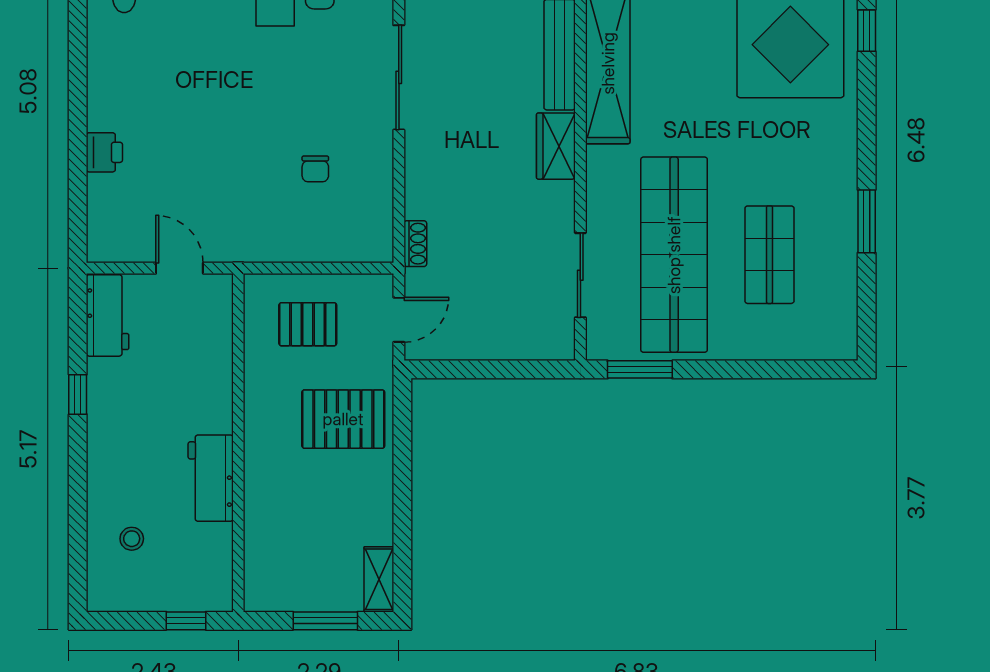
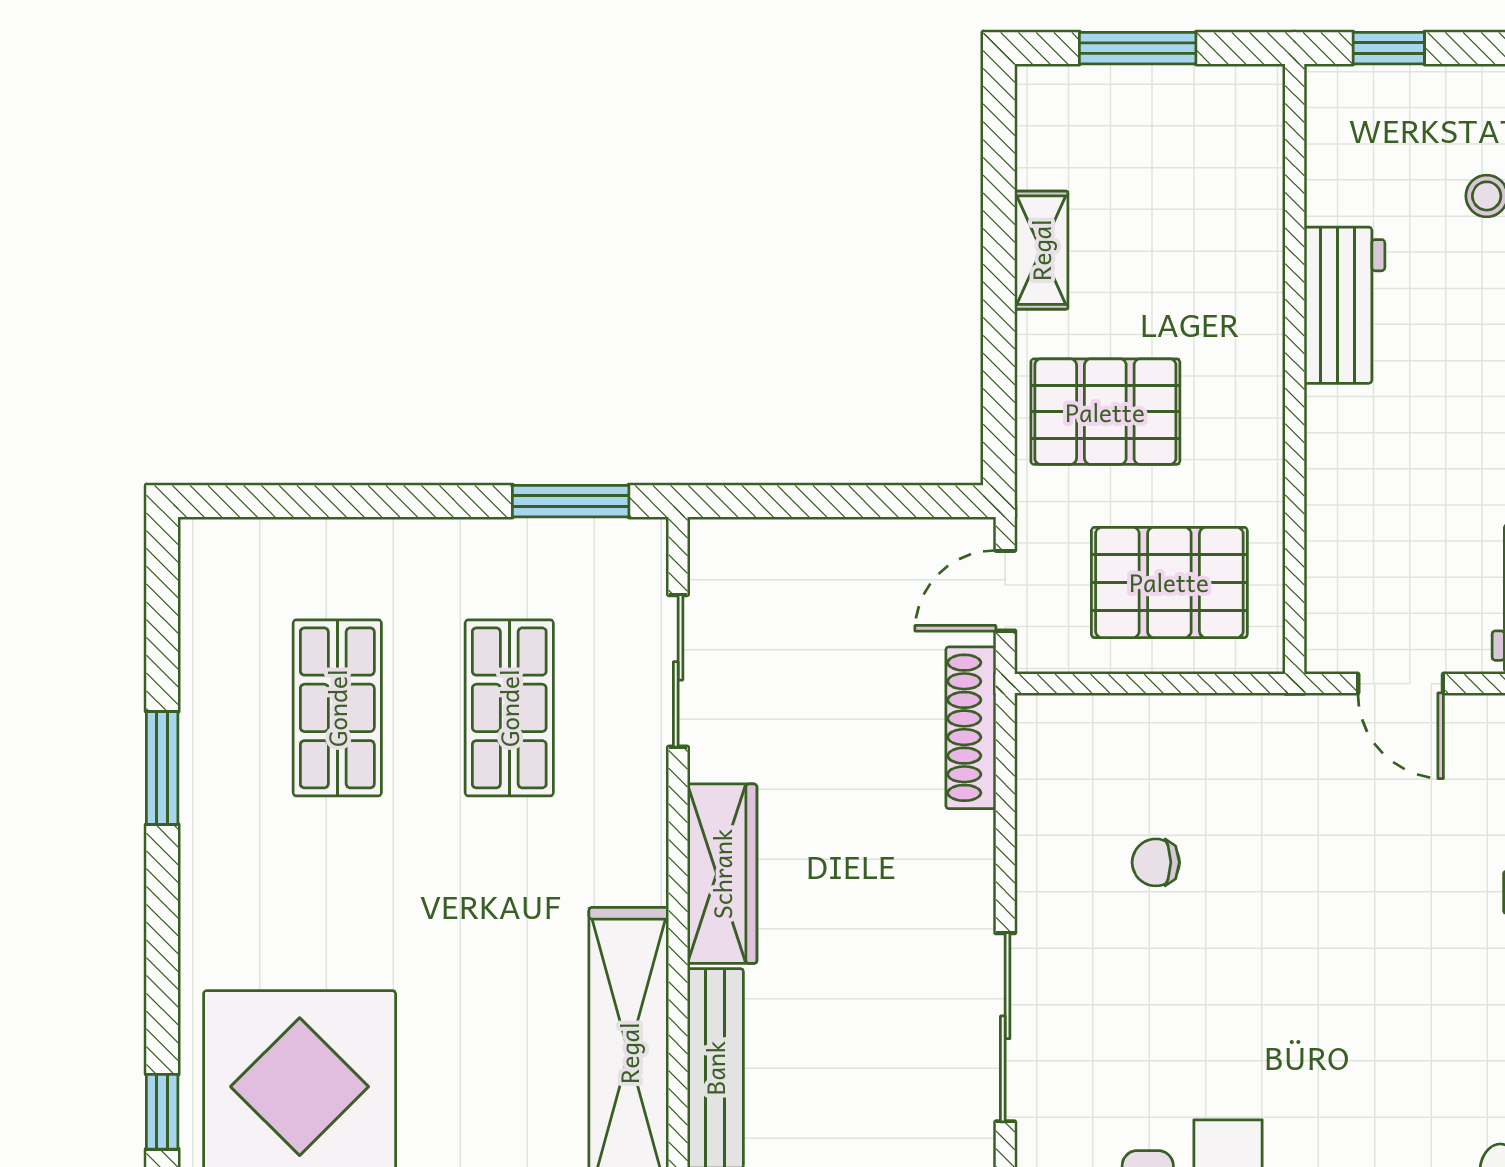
wardrobe: (556, 146) -> (722, 874), width x1.50
chair: (315, 169) -> (1156, 862), turned -90
shoe rack: (415, 244) -> (971, 728), width x1.94, depth x1.24
shop shelf: (674, 255) -> (509, 708), width x0.50, depth x0.74
pallet: (308, 324) -> (1169, 582), width x1.50, depth x1.42
shelving: (379, 579) -> (1041, 250), moved

